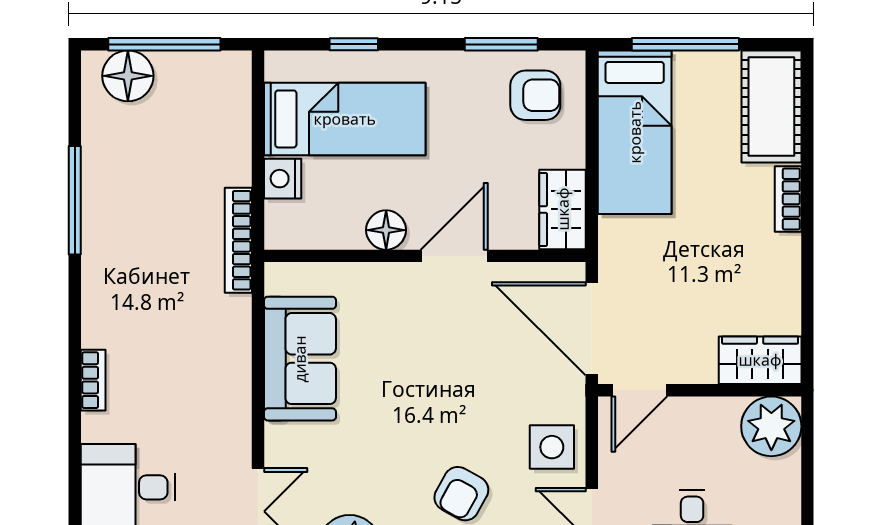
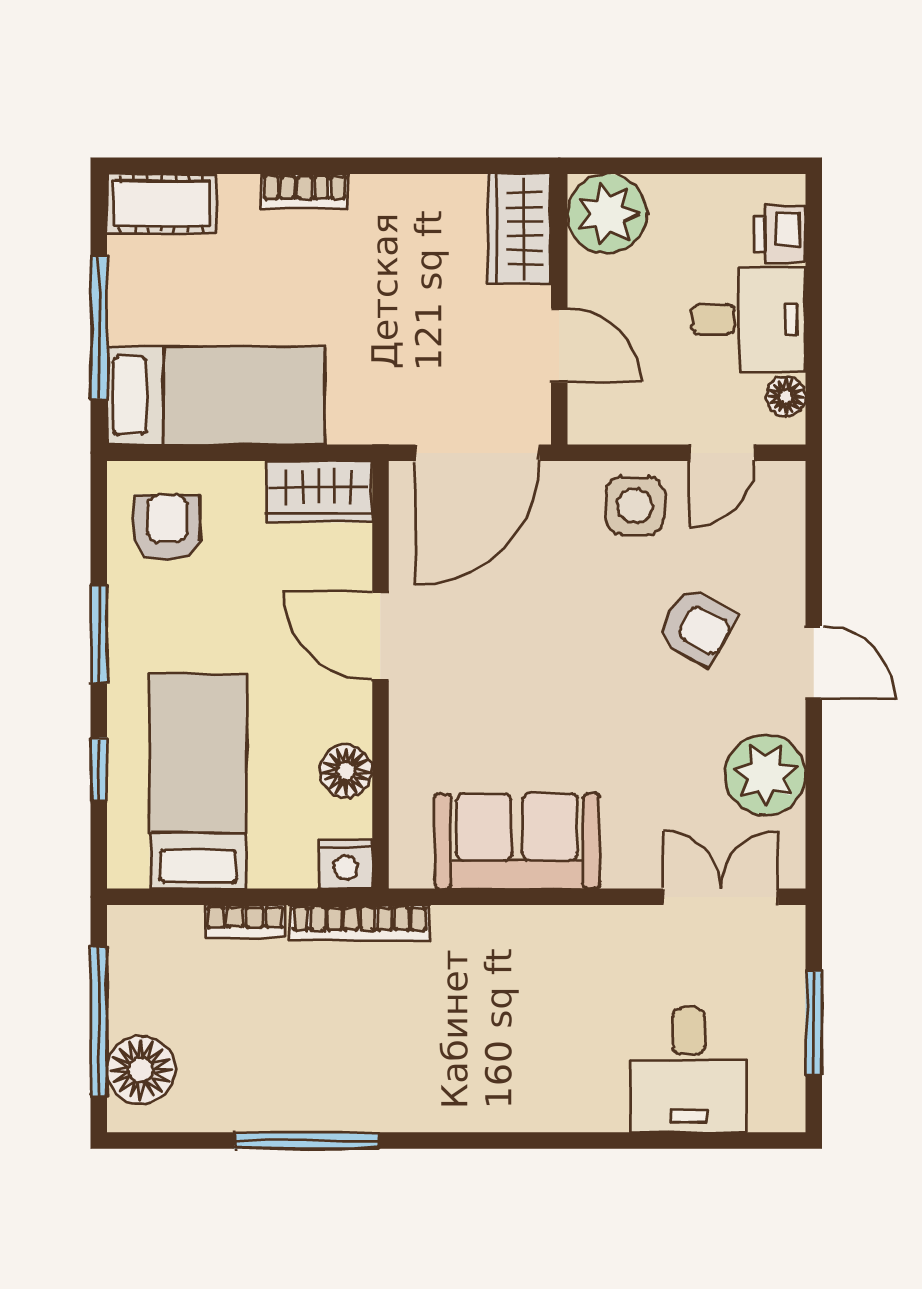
window: (501, 44) -> (99, 634), moved
cot: (771, 107) -> (162, 204), width x0.73, depth x0.75
nightstand: (283, 179) -> (346, 864), moved
floor lamp: (386, 230) -> (346, 771), moved
bookcase: (93, 380) -> (245, 921), moved, turned 180
door: (639, 390) -> (559, 345), moved

